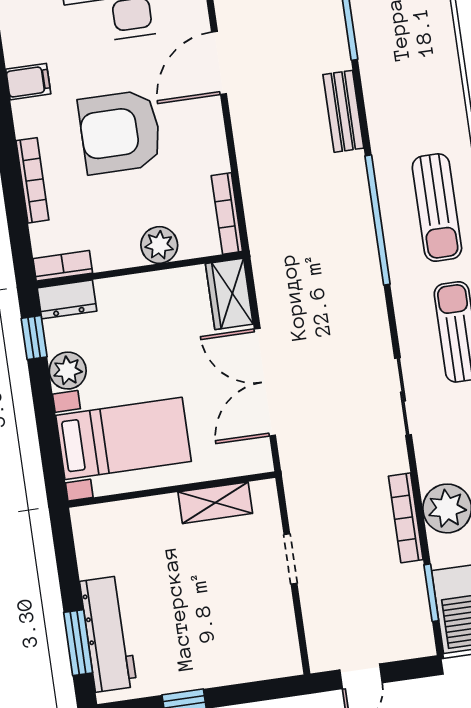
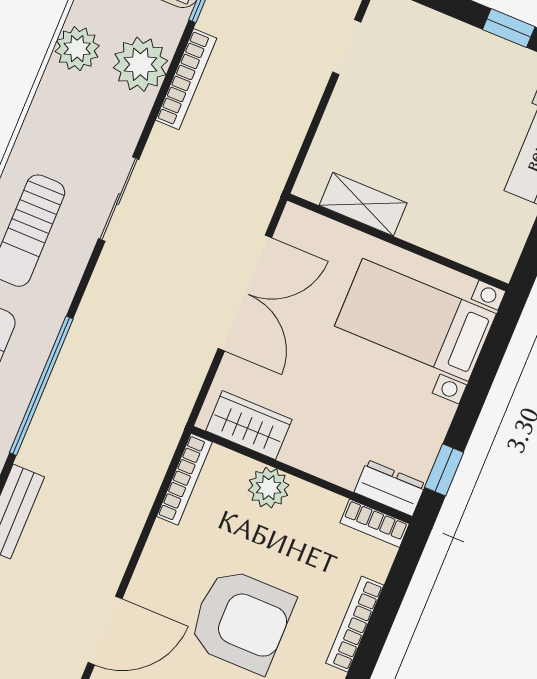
wardrobe: (229, 294) -> (249, 425), moved, turned -90
plant: (68, 371) -> (430, 418), removed
doorway: (290, 559) -> (347, 47), moved

